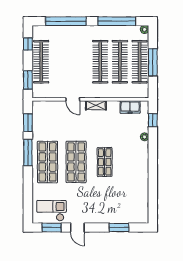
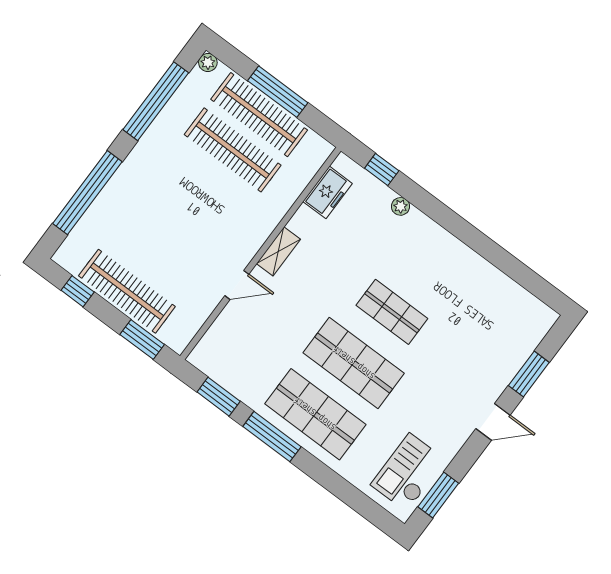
clothes rail: (100, 62) -> (206, 185), removed
door: (77, 228) -> (493, 422), moved

